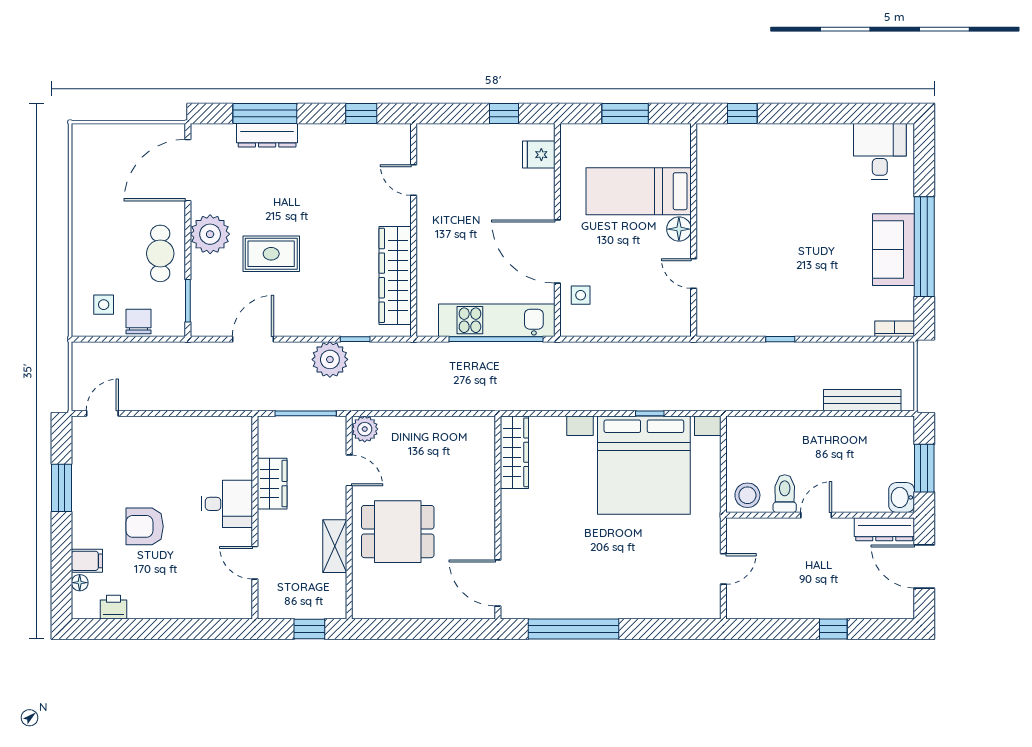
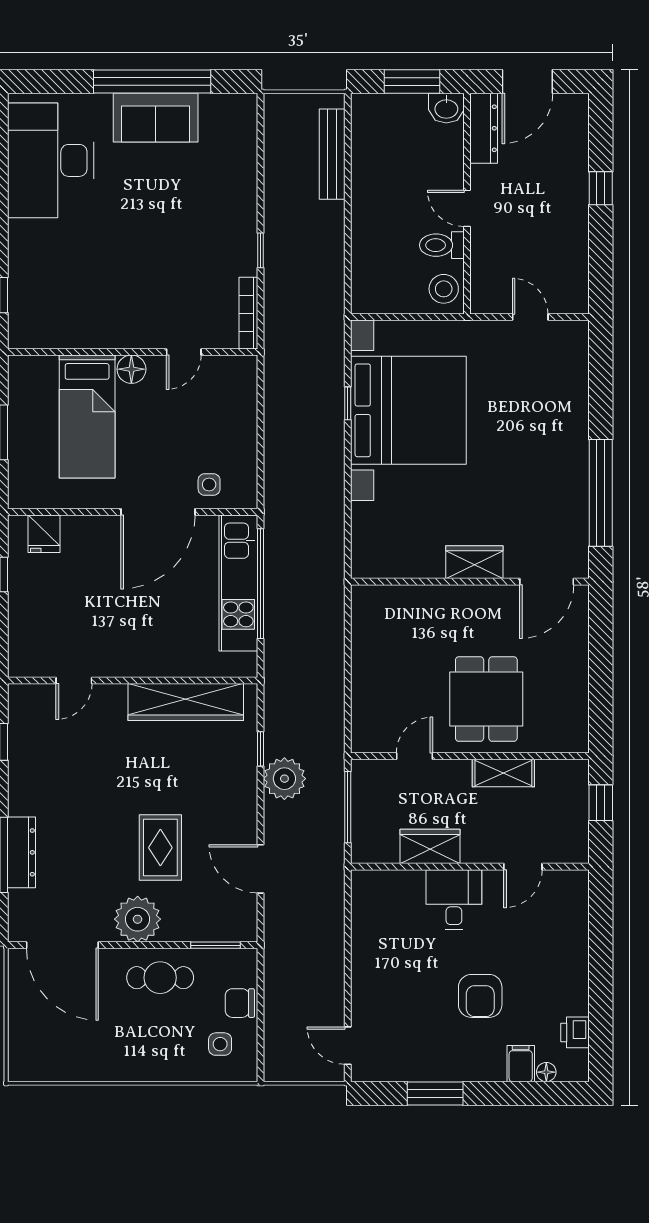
desk: (880, 152) -> (51, 160), width x1.87, depth x1.30
bookcase: (895, 329) -> (248, 313), moved, width x1.56
plant: (365, 429) -> (366, 738), removed
wardrobe: (514, 452) -> (474, 562), moved, width x0.67

